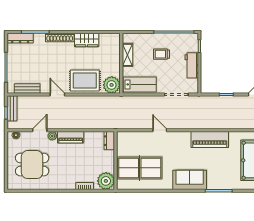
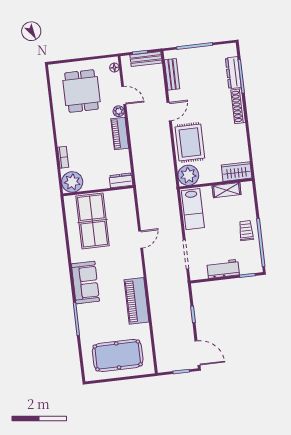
dresser: (20, 38) -> (233, 73), moved
wardrobe: (87, 40) -> (237, 172), moved, turned 90
trolley: (161, 54) -> (246, 231), moved

